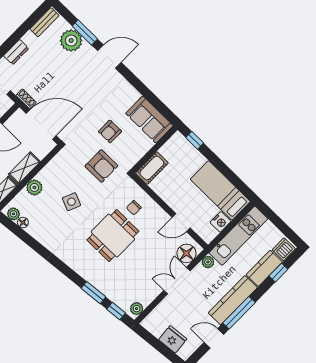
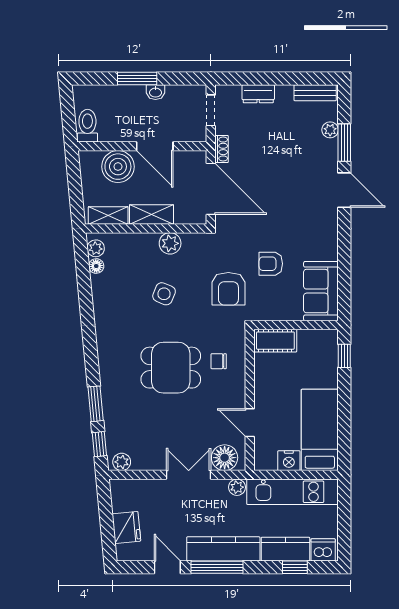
plant: (71, 41) -> (330, 130), width x0.53, depth x0.53
plant: (34, 187) -> (170, 243), moved

